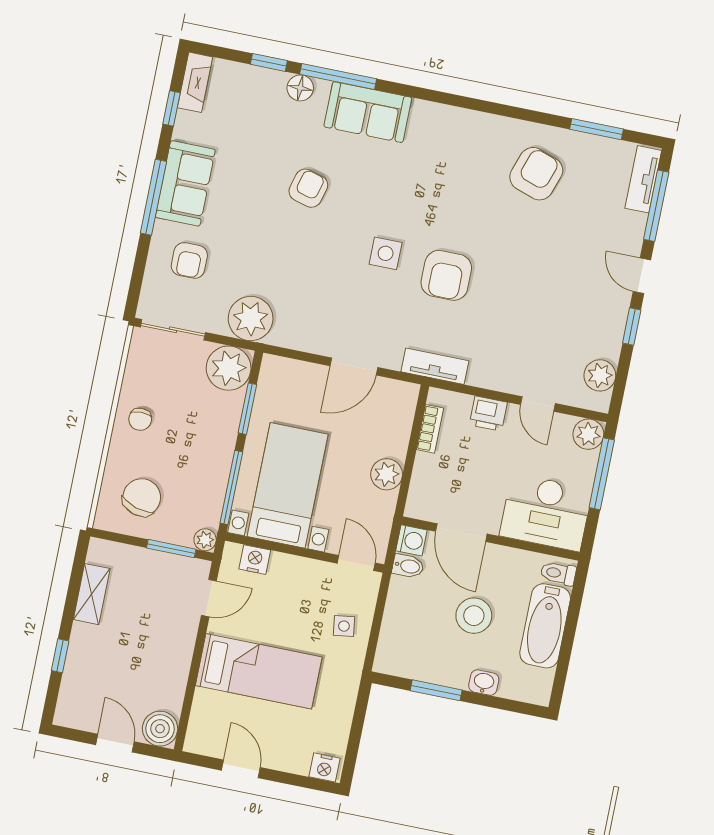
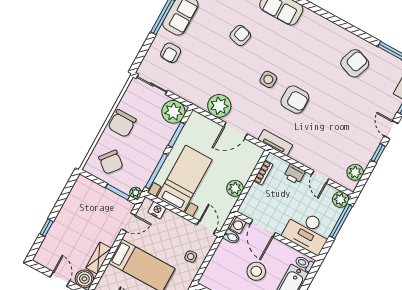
armchair: (446, 275) -> (295, 100), turned -90
plant: (251, 319) -> (219, 106), moved
chair: (140, 419) -> (122, 123), width x1.87, depth x1.87
chair: (142, 497) -> (111, 162), turned 112
shelving: (92, 594) -> (99, 258), moved

